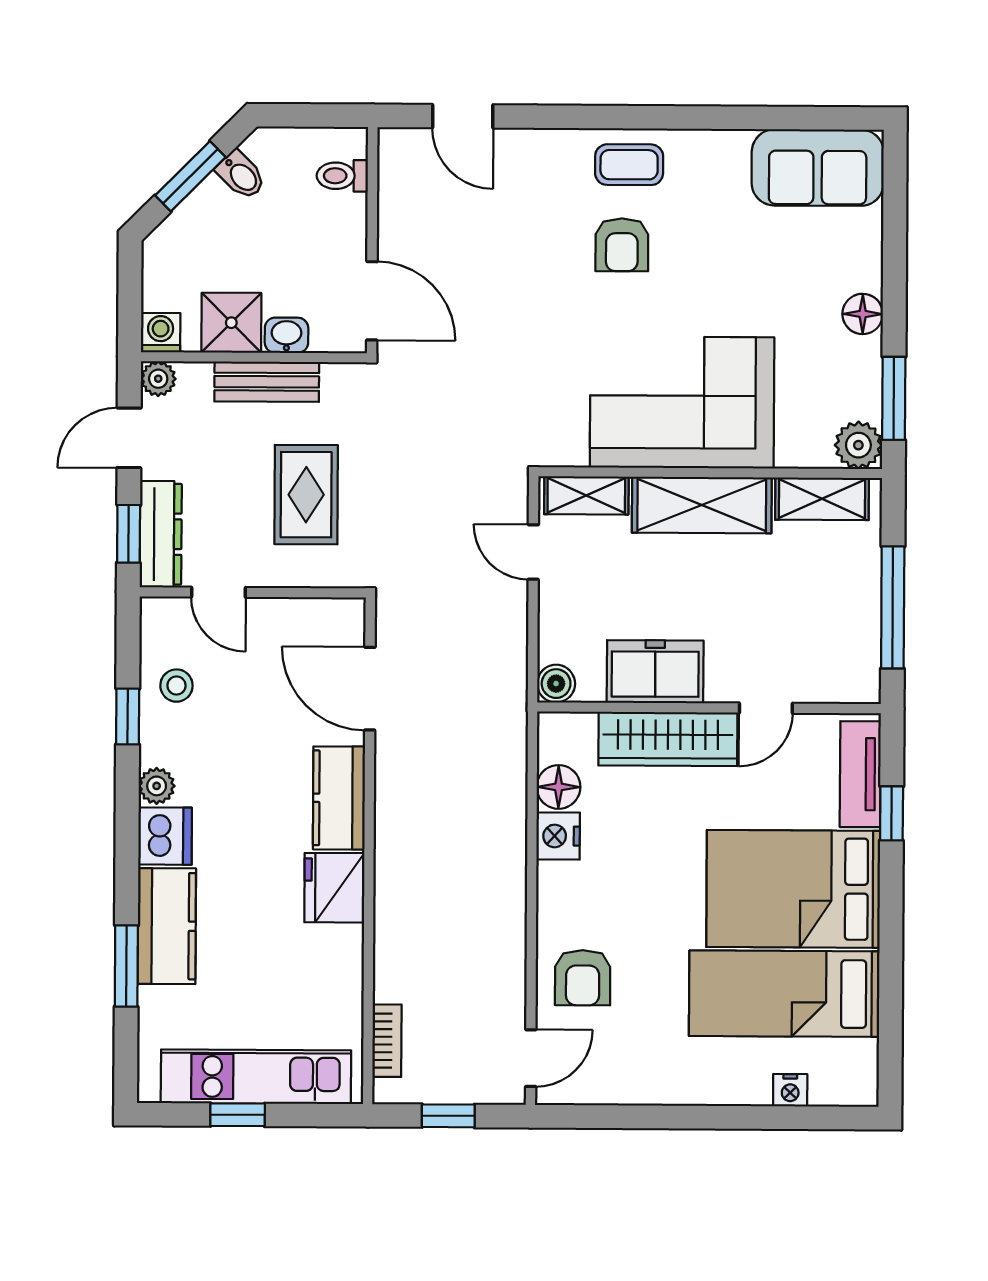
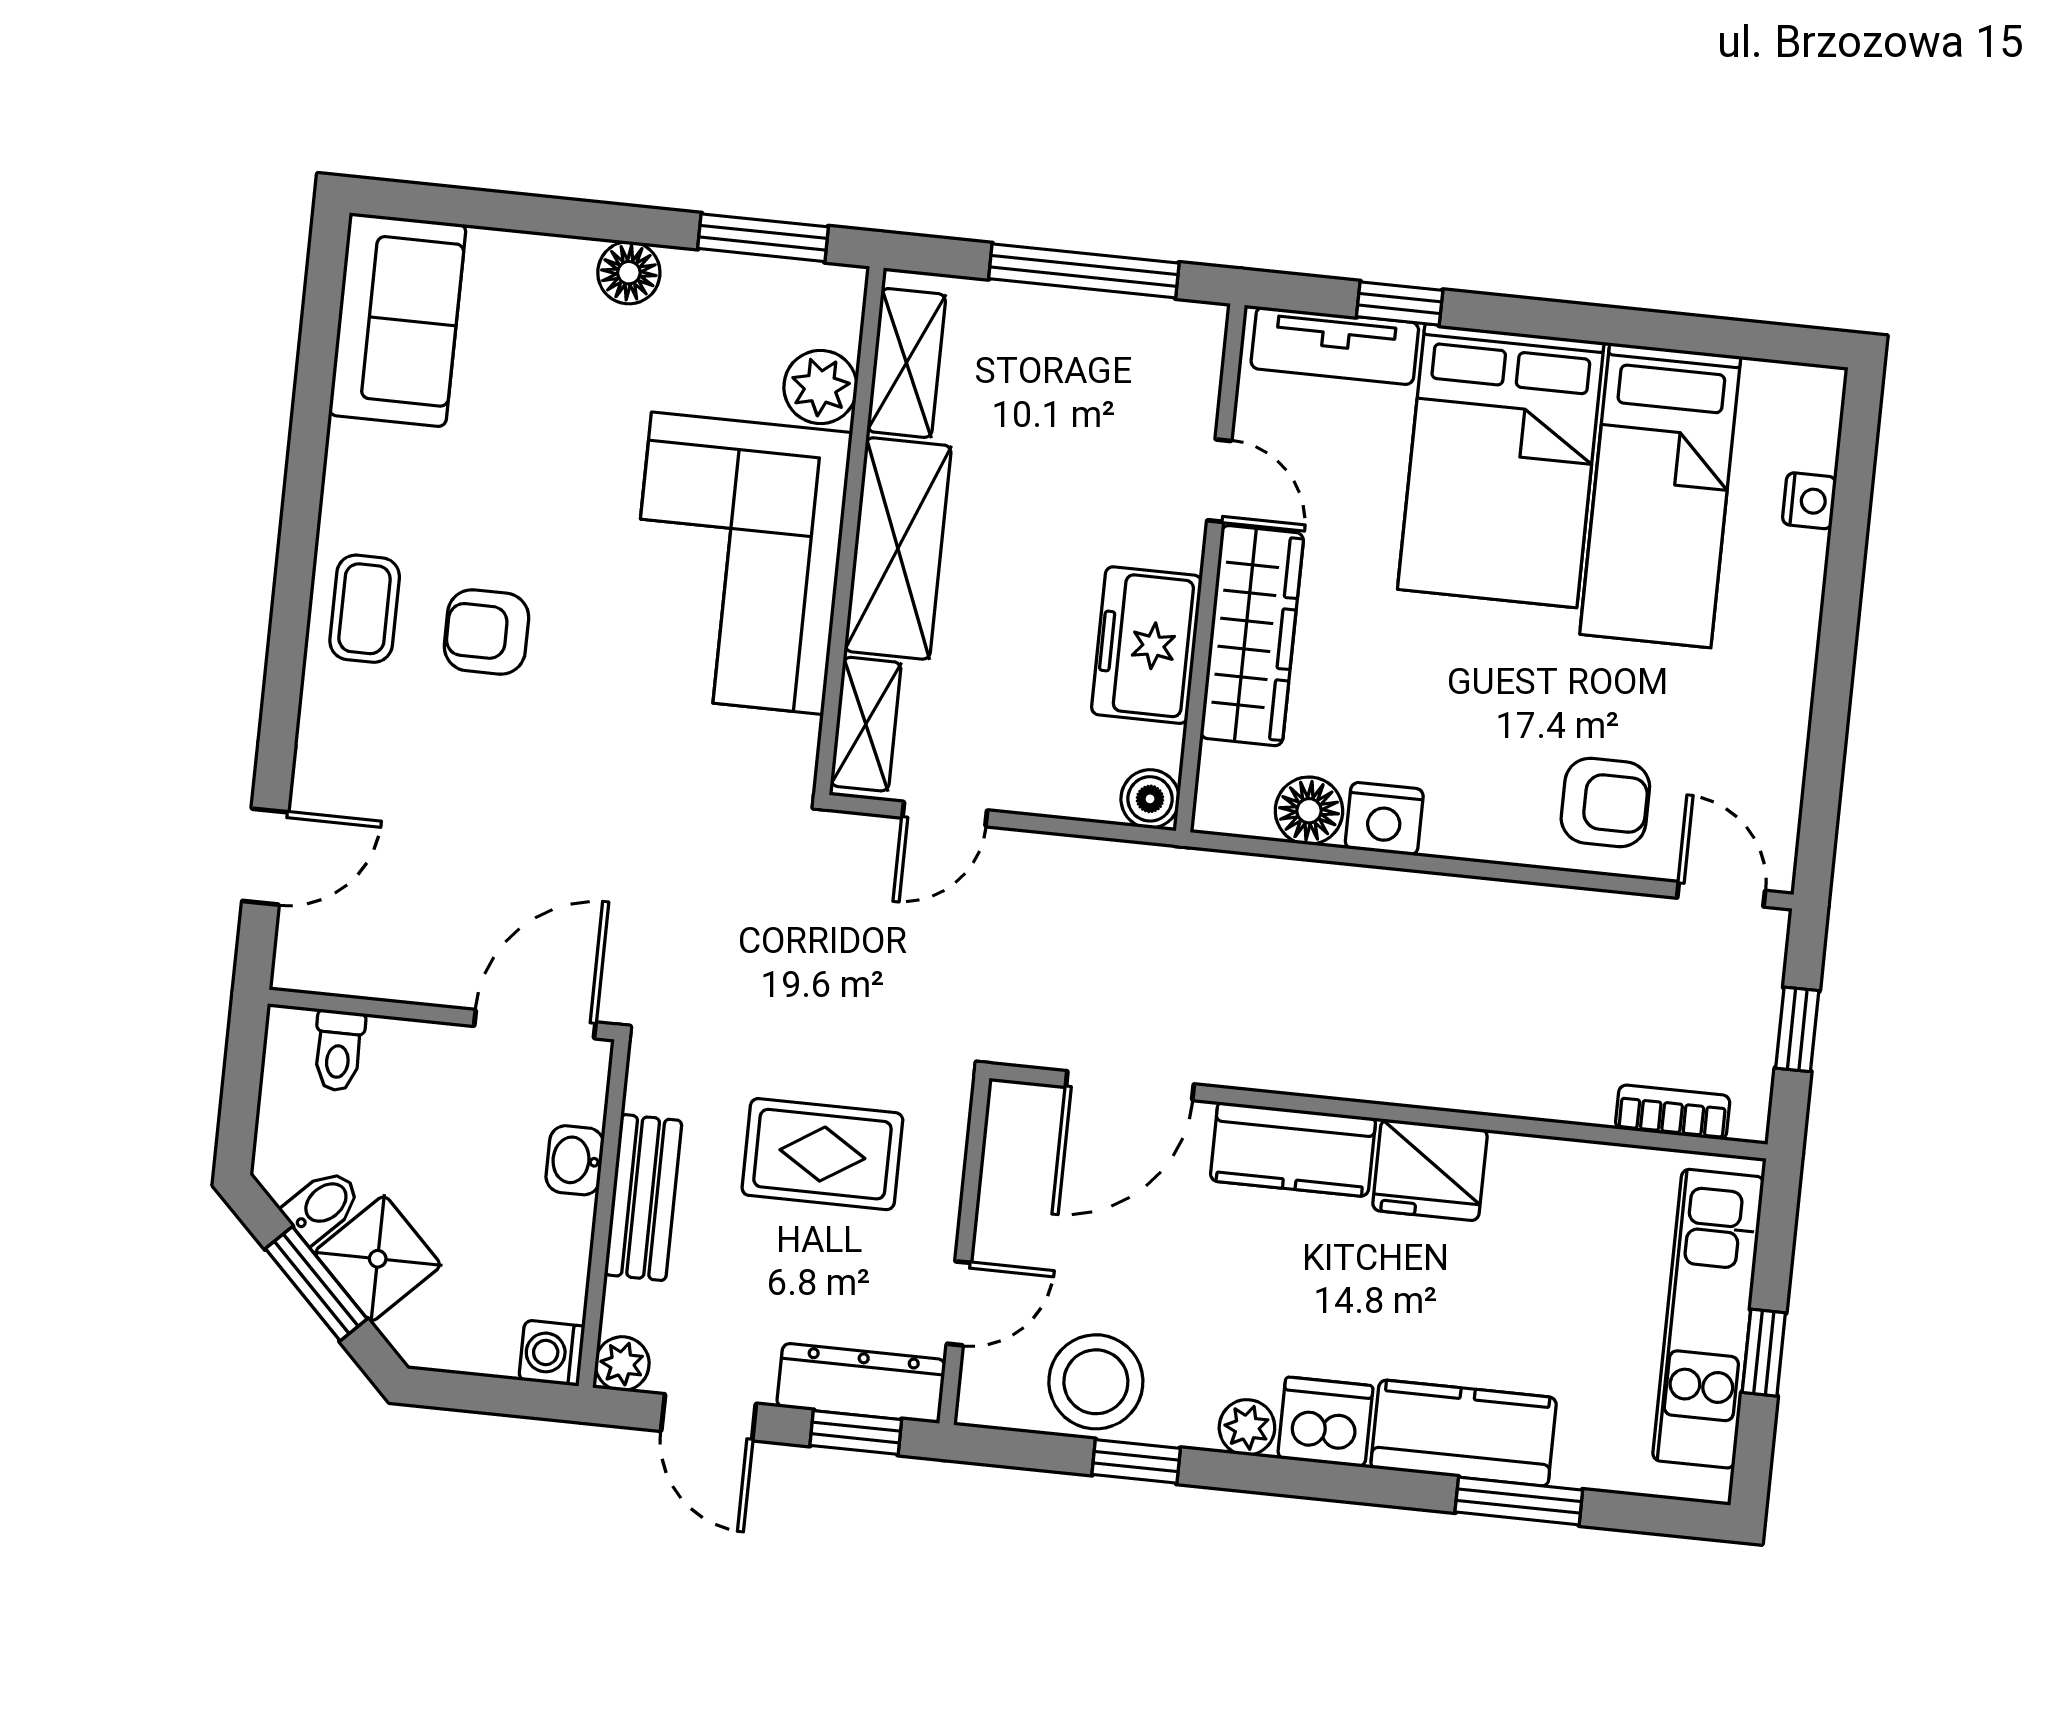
armchair: (622, 245) -> (486, 632), turned 180
shower: (231, 323) -> (378, 1259), moved, turned 45
plant: (858, 445) -> (820, 387), moved
stool: (176, 686) -> (1096, 1382), width x1.89, depth x1.89

